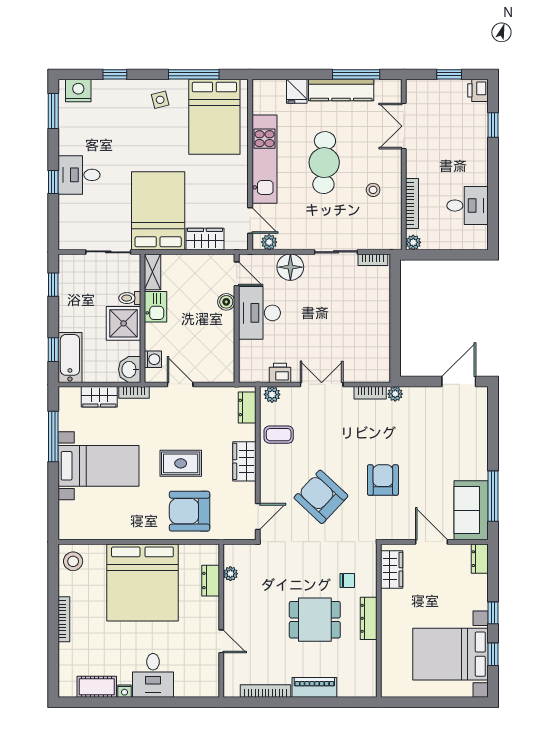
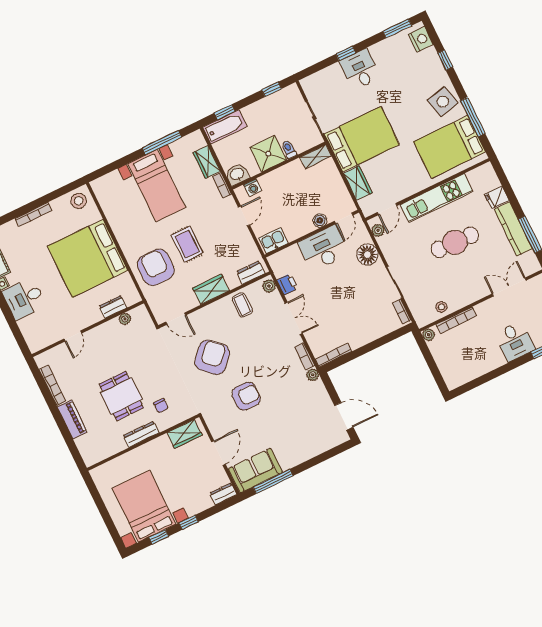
side table: (160, 100) -> (443, 102), width x1.87, depth x1.87
stool: (373, 190) -> (441, 307), moved
desk: (468, 206) -> (515, 341), moved
kitchen sink: (156, 307) -> (273, 241), moved, turned 180
bookcase: (385, 360) -> (333, 355), added

